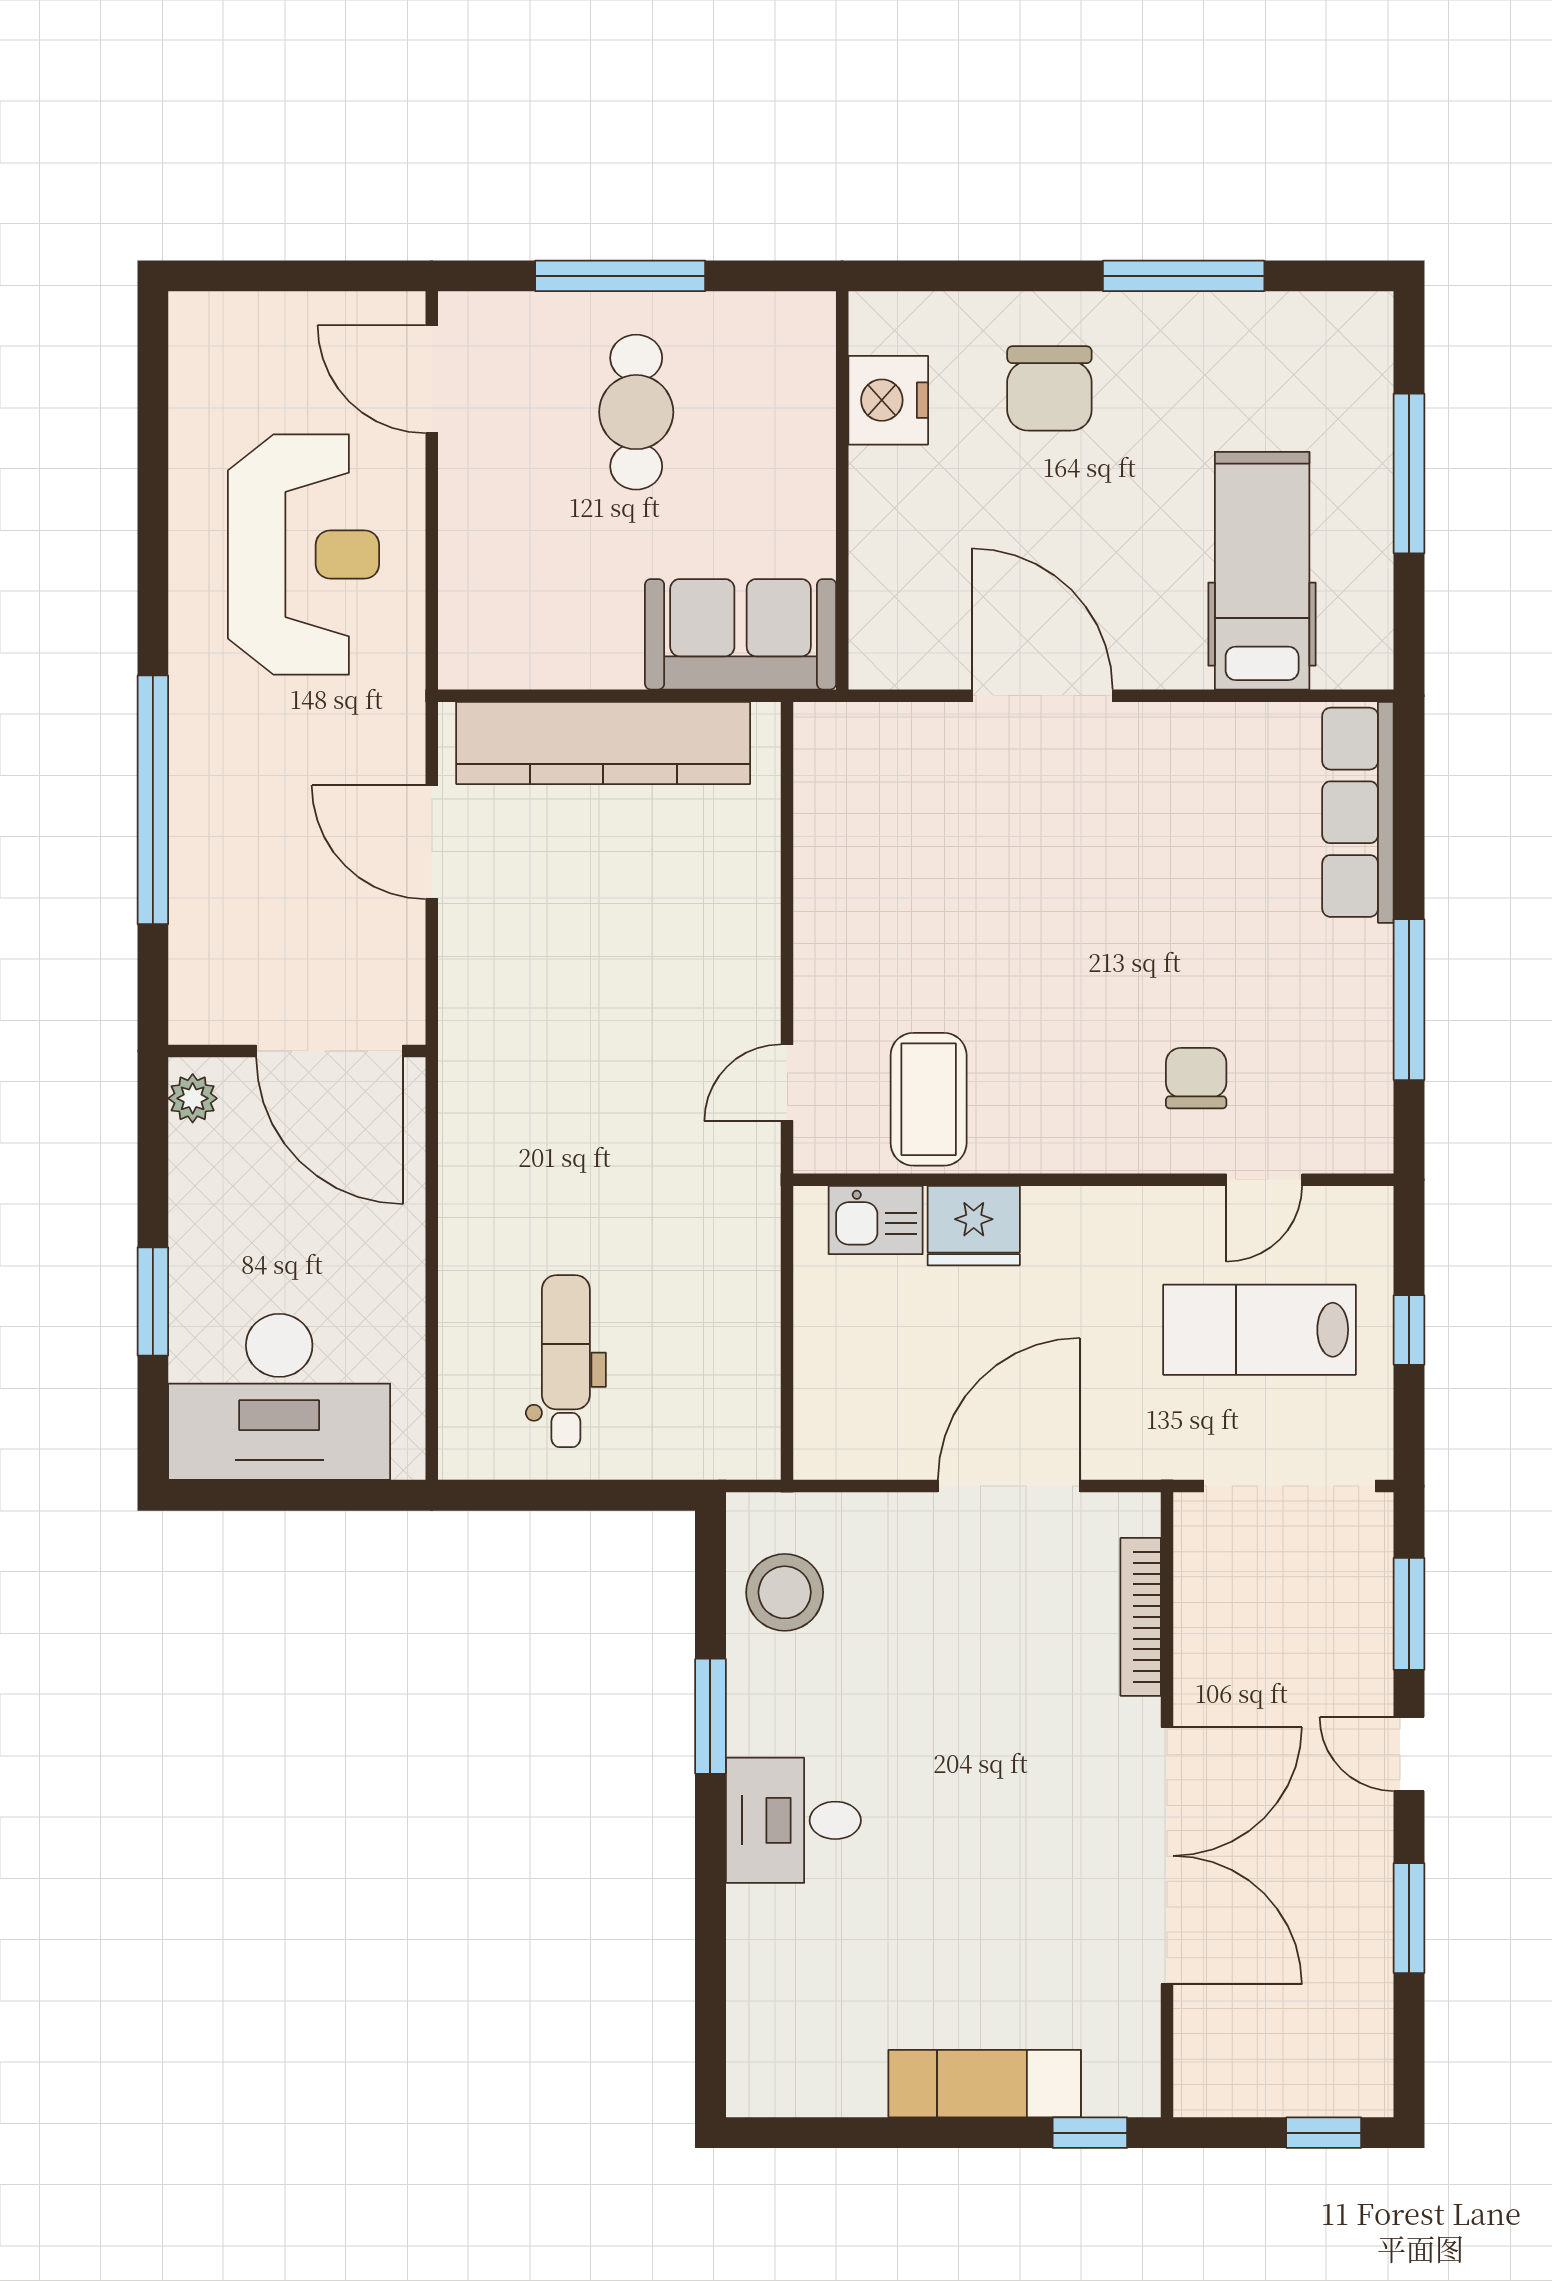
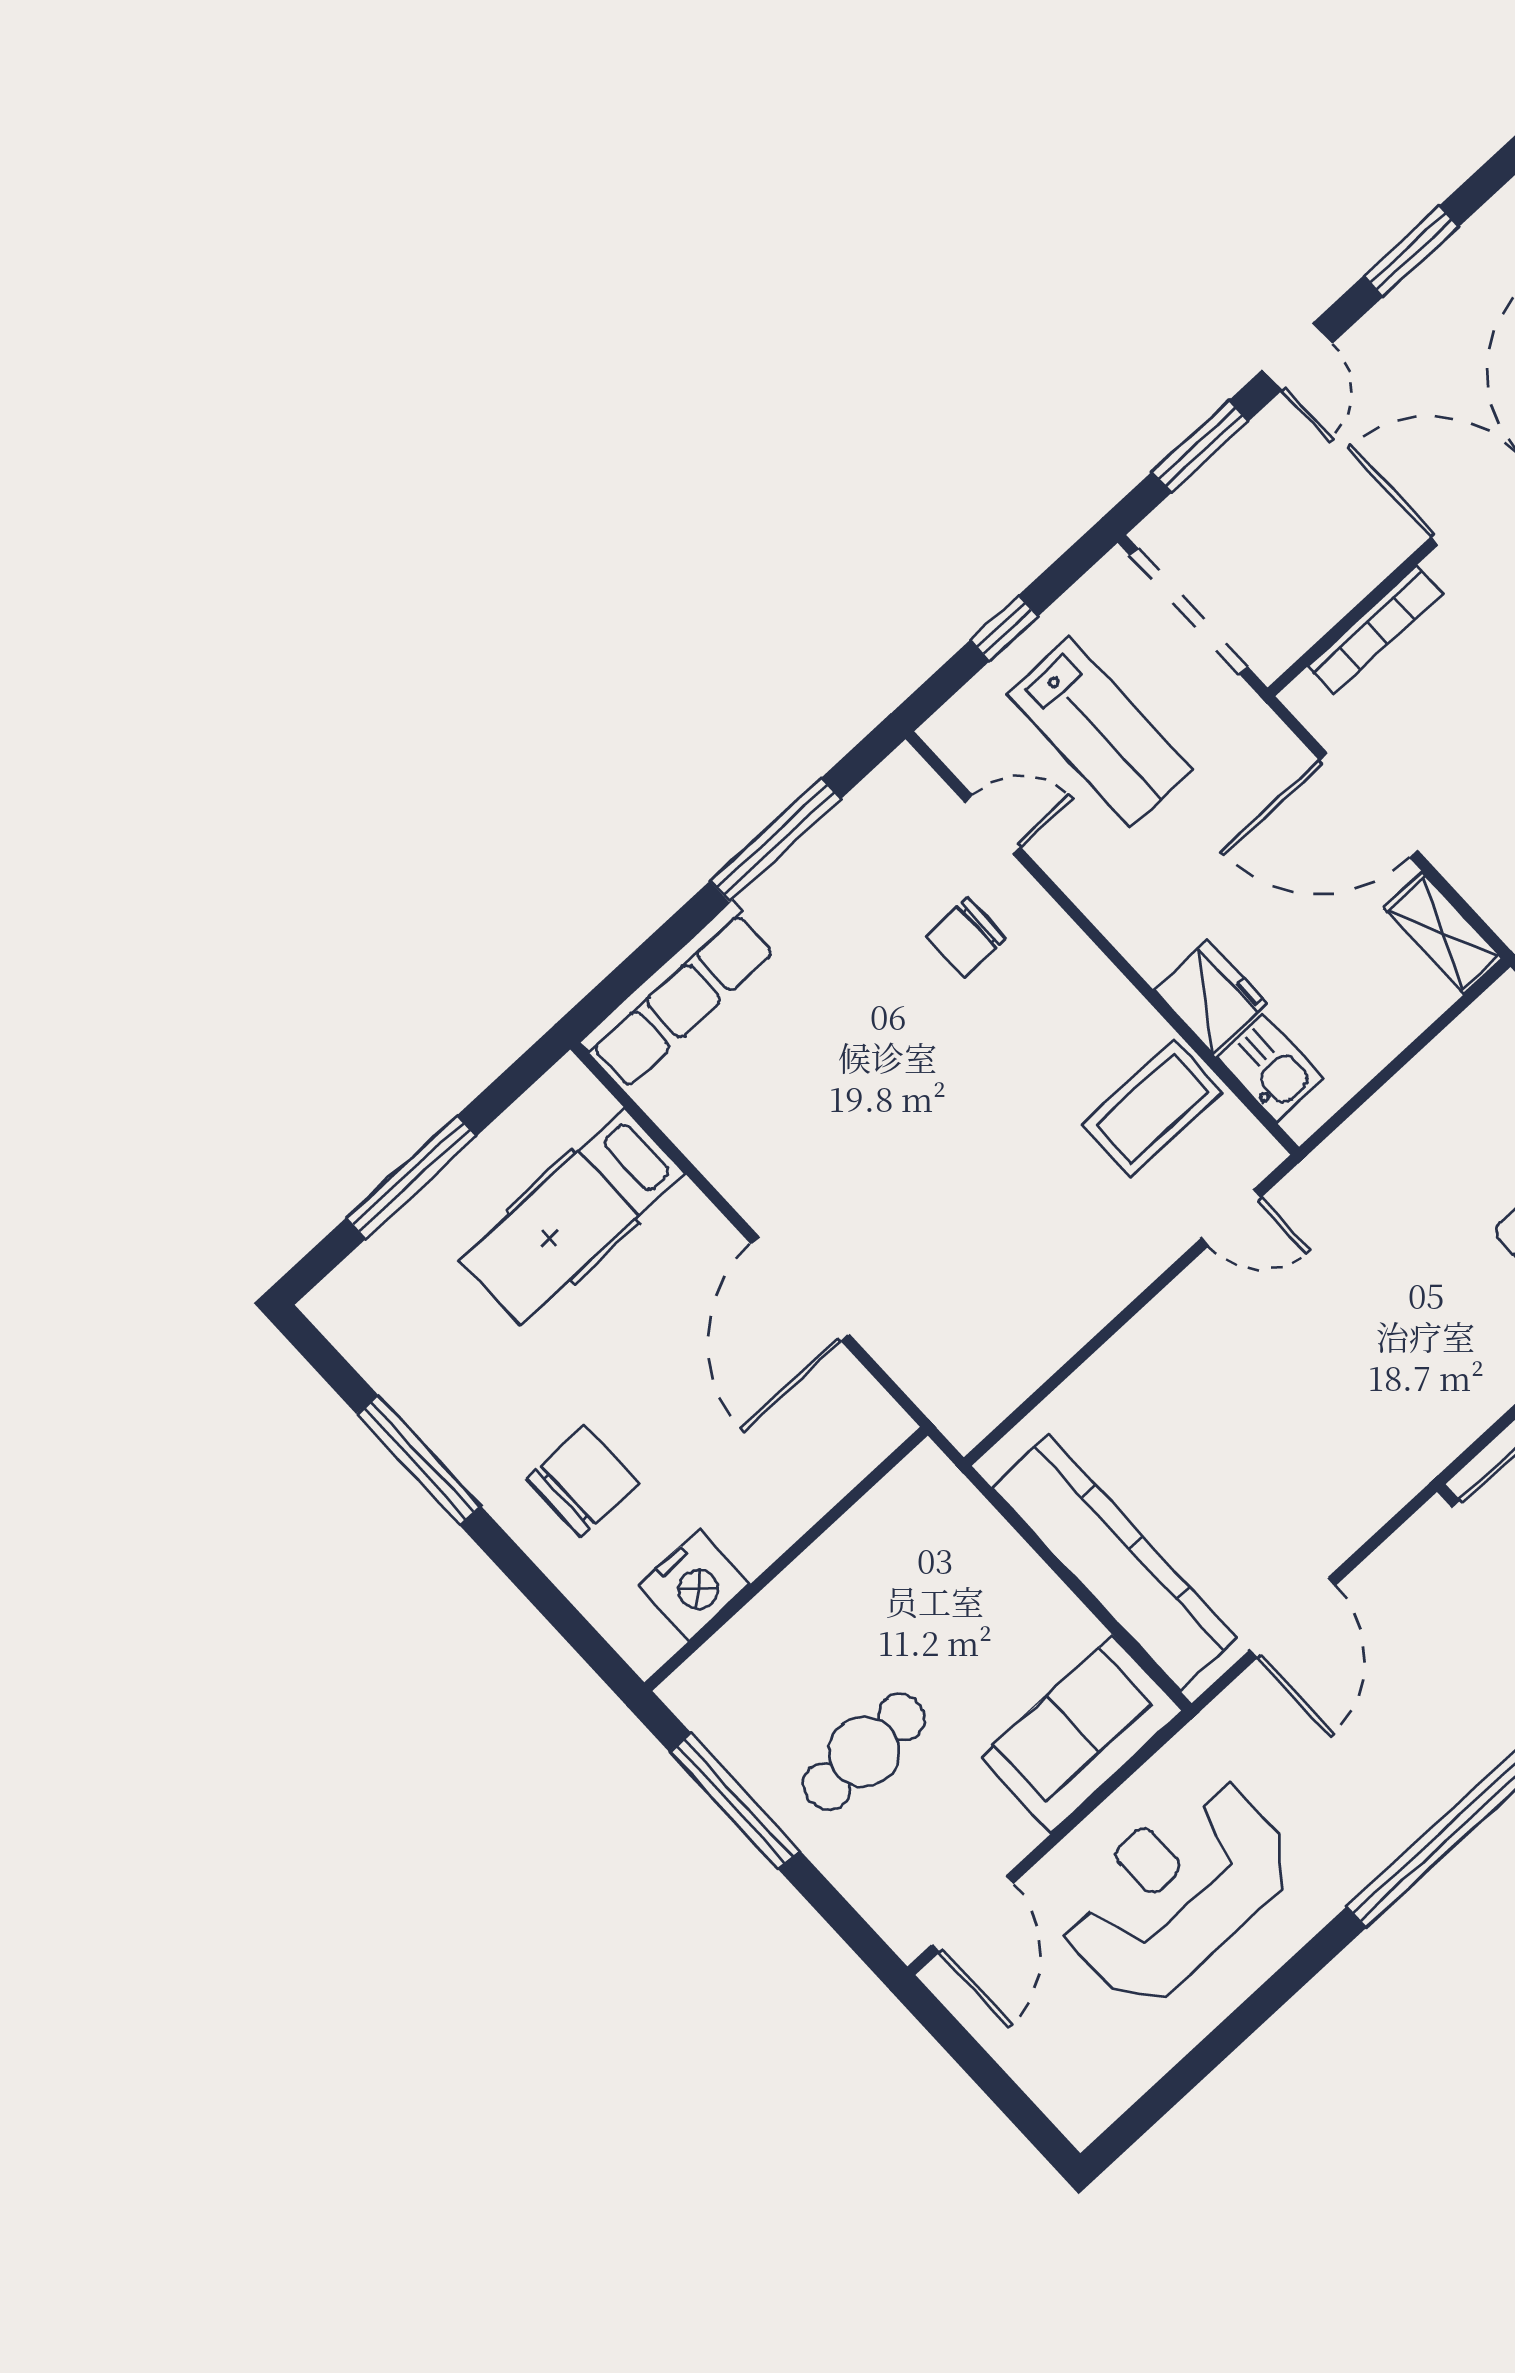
window: (620, 276) -> (735, 1801), moved
sofa: (741, 634) -> (1082, 1734), moved, turned 90
shelving: (856, 1452) -> (1443, 933), added

